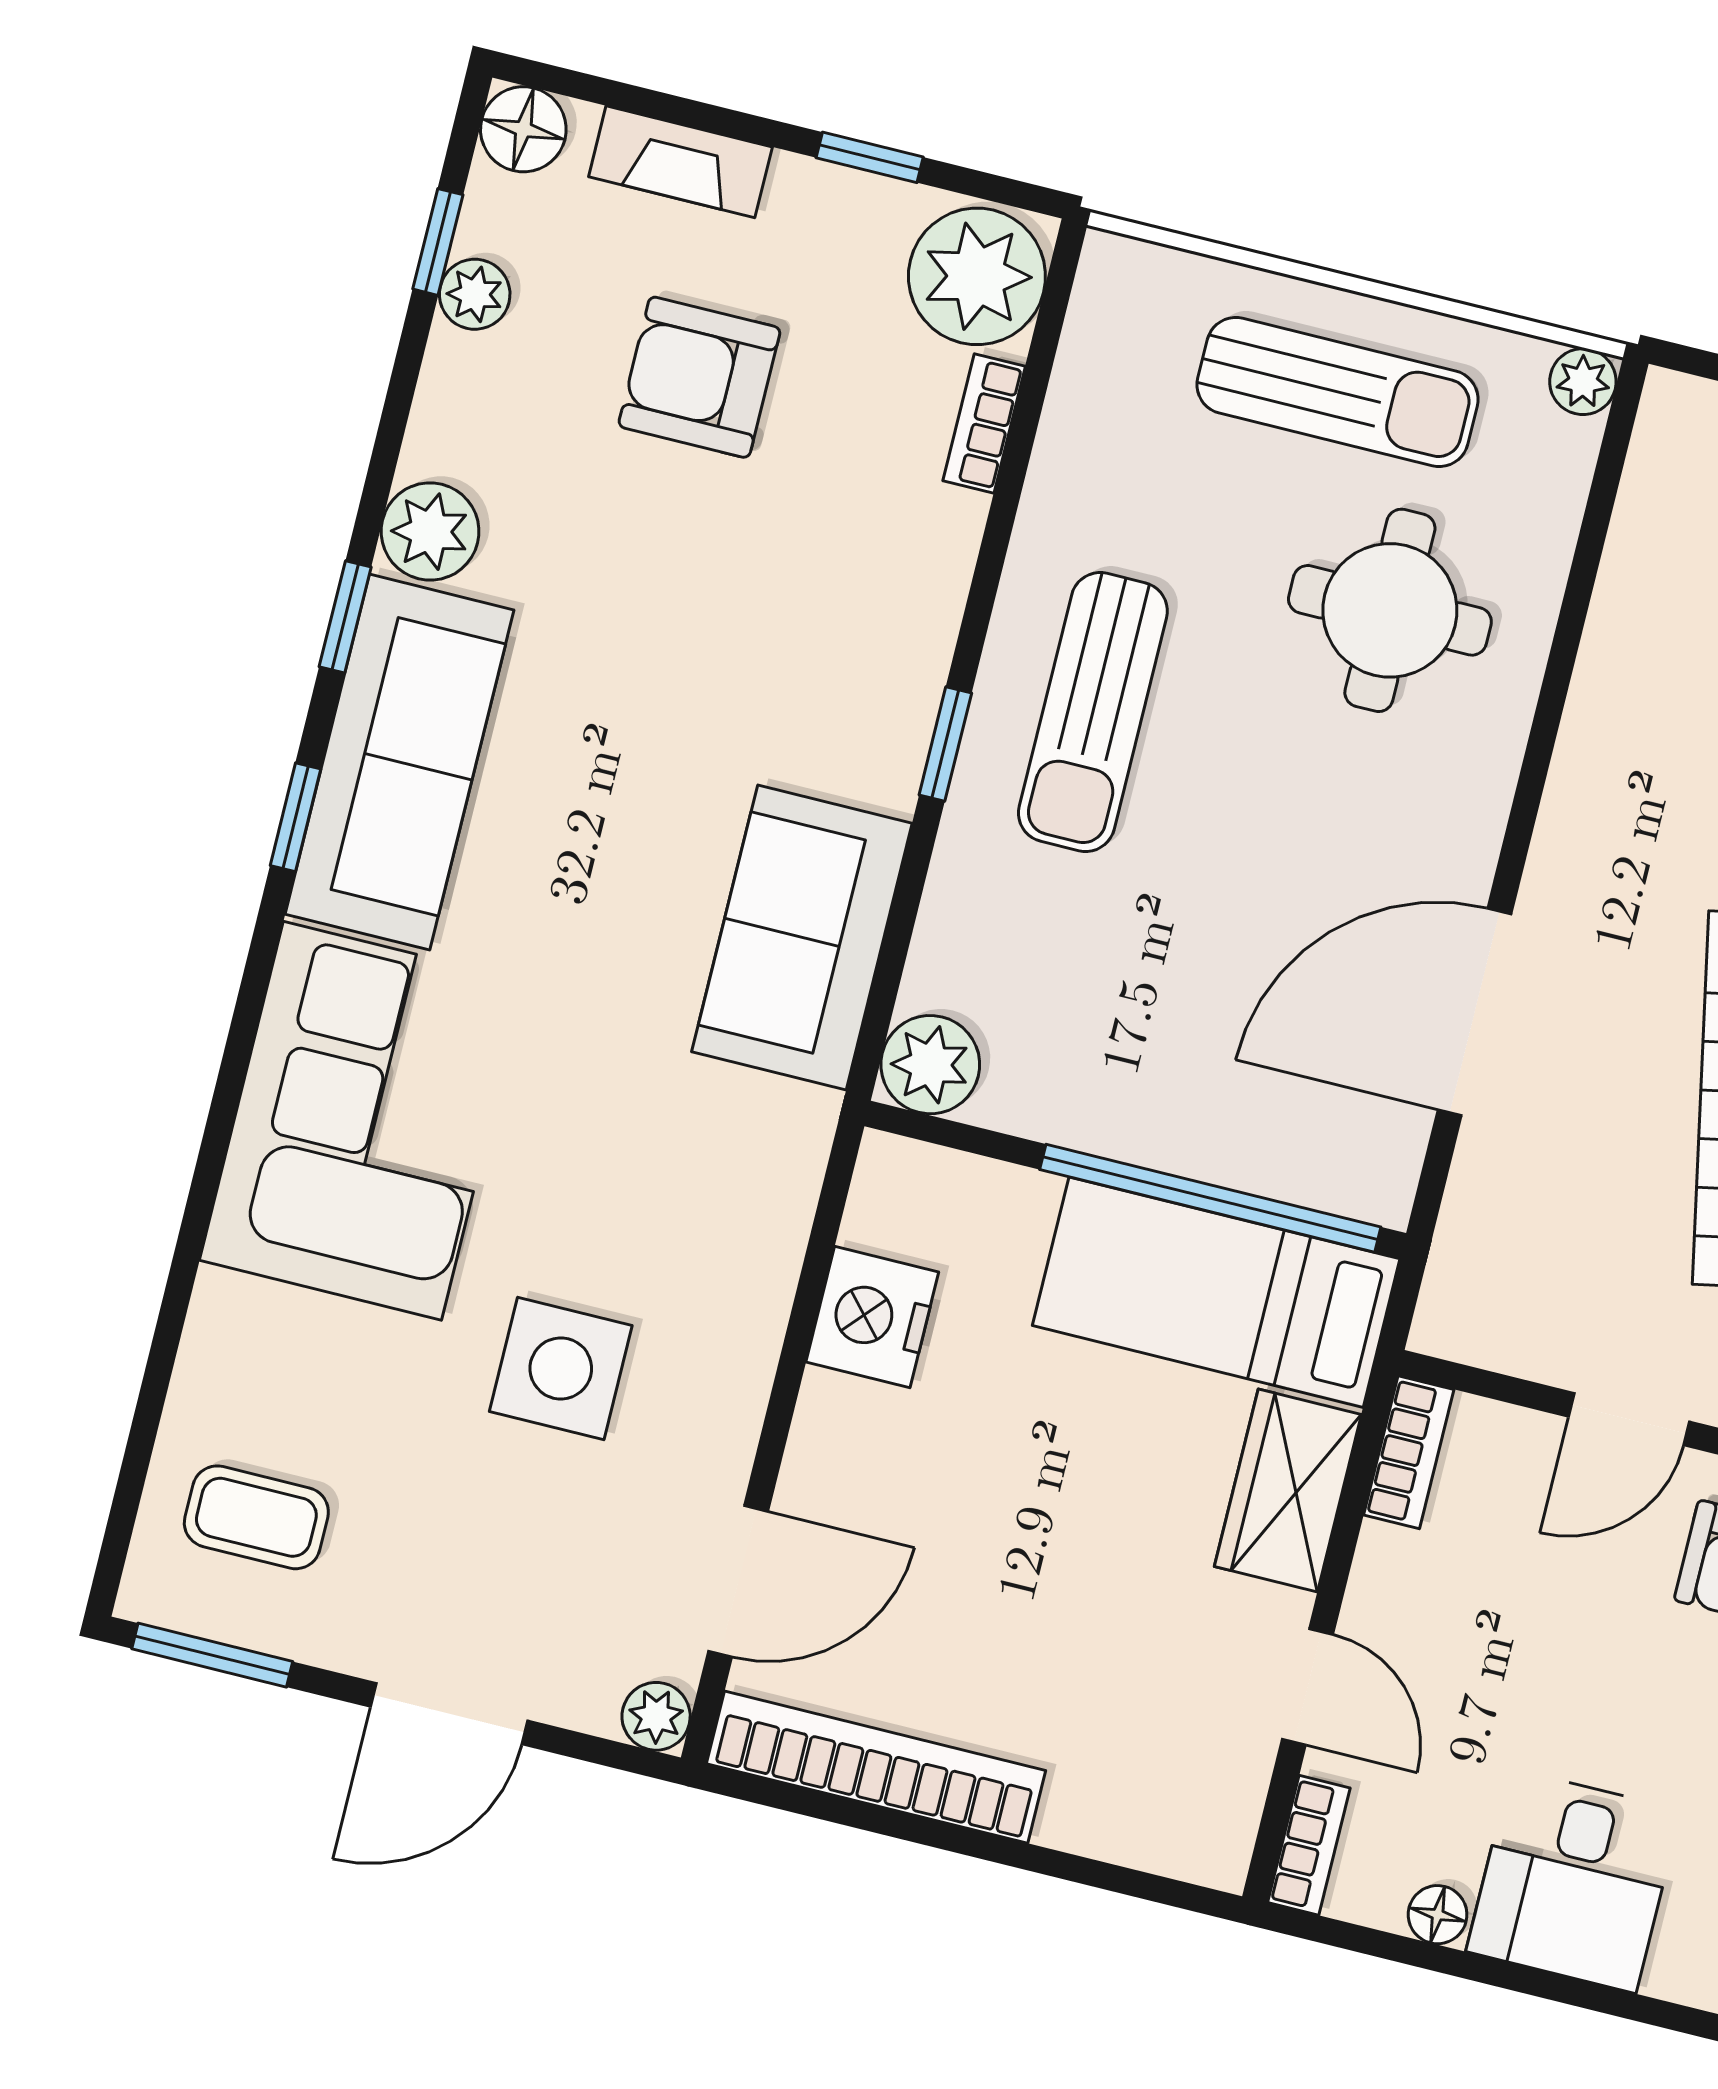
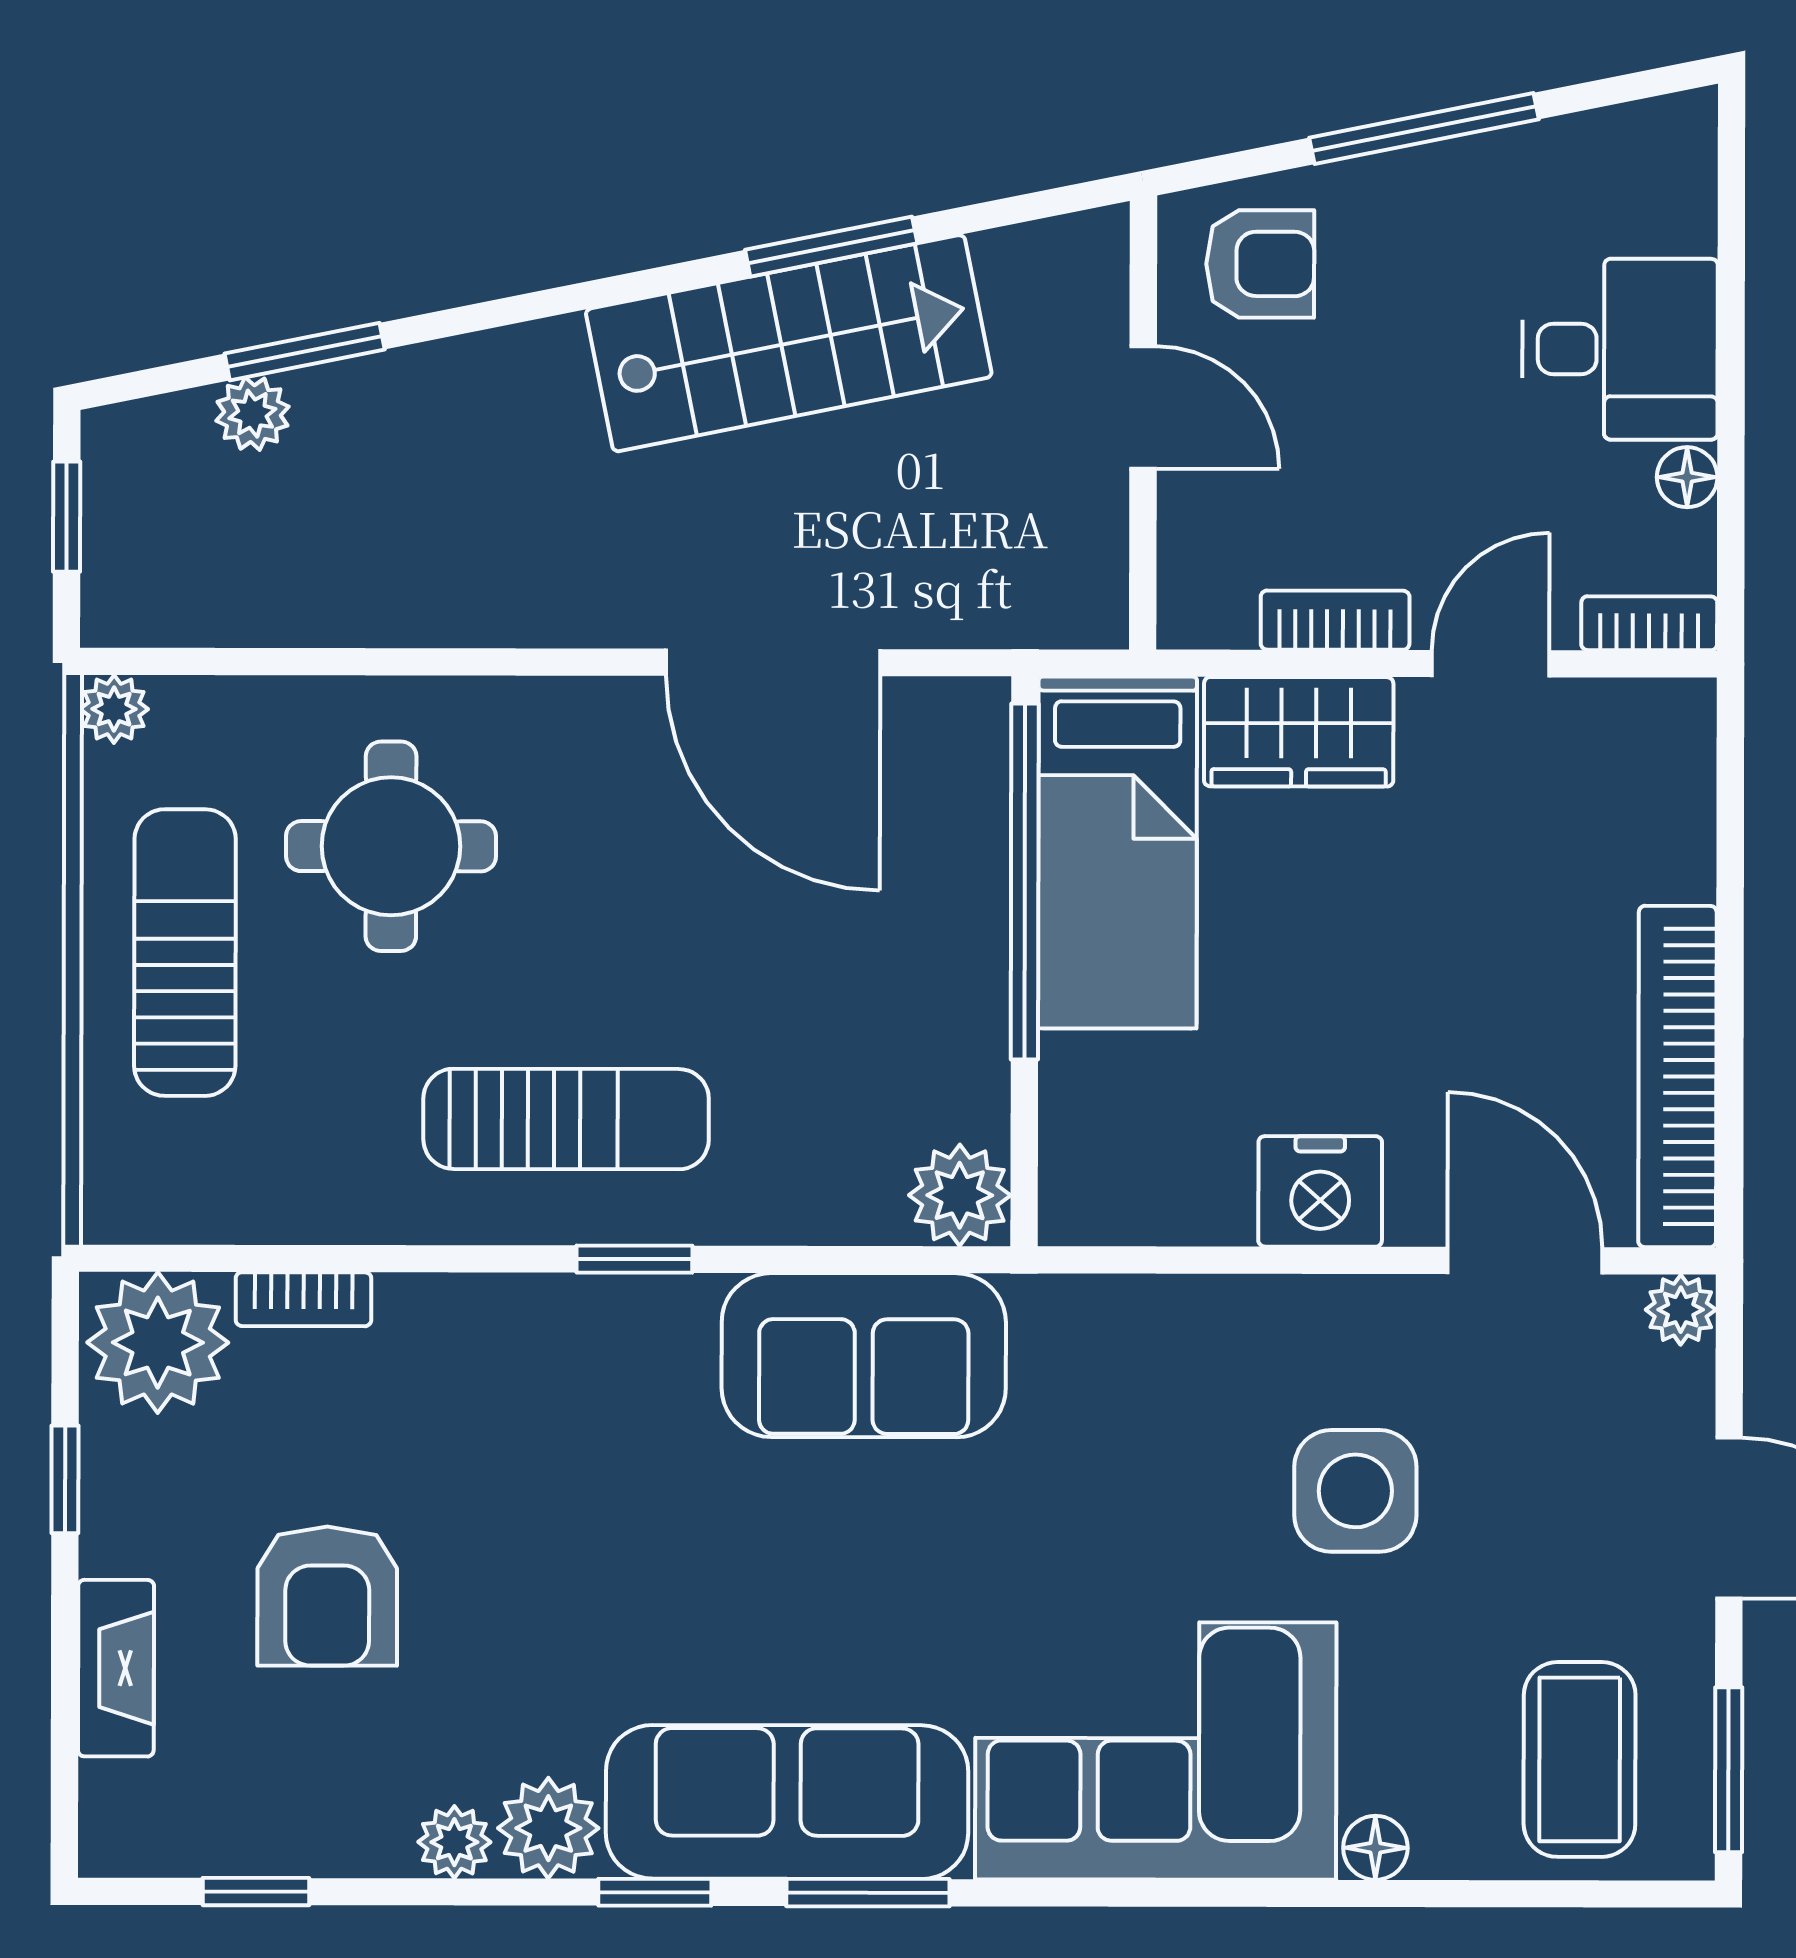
floor lamp: (523, 129) -> (1375, 1848), moved, width x0.73, depth x0.73
plant: (475, 294) -> (454, 1842), moved
window: (296, 817) -> (868, 1893), width x1.50
nightstand: (872, 1317) -> (1320, 1191), moved
bookcase: (1409, 1452) -> (1335, 620), moved
coffee table: (256, 1517) -> (1580, 1759), width x1.36, depth x1.30

